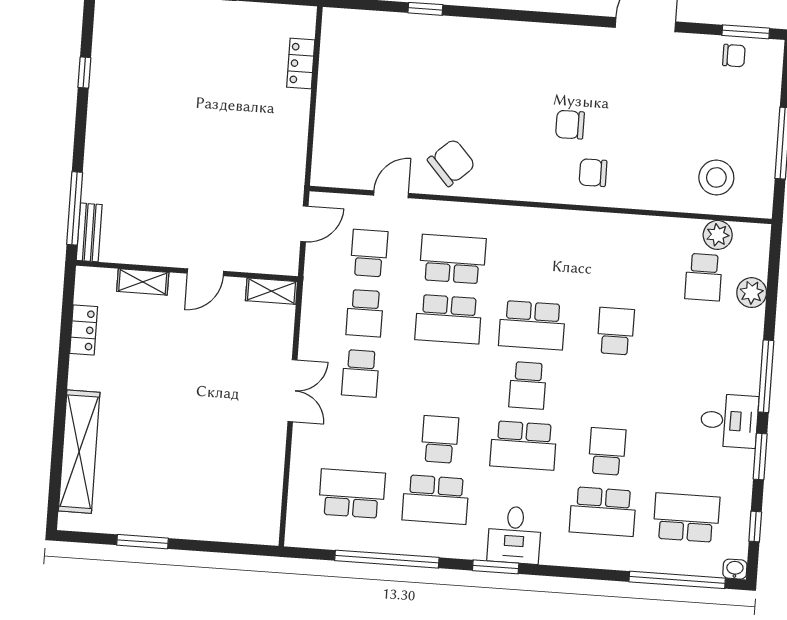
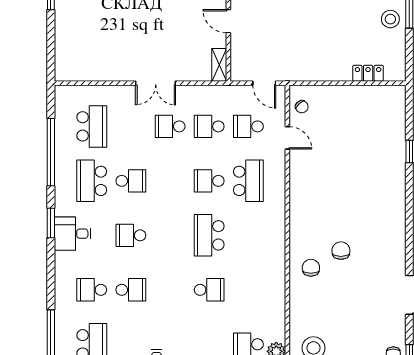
stool: (220, 23) -> (390, 19), added
chair: (451, 163) -> (302, 107), moved, width x0.54, depth x0.54
school desk: (369, 253) -> (248, 126), turned 180
school desk: (448, 319) -> (209, 181), width x0.54
school desk: (528, 385) -> (170, 235), removed
school desk: (523, 445) -> (131, 235), width x0.54
school desk: (603, 512) -> (92, 290), width x0.54

